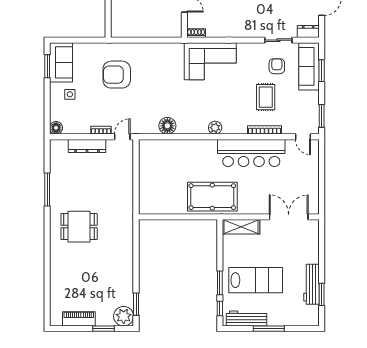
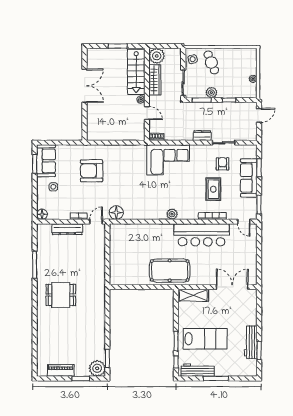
dresser: (308, 32) -> (202, 136), moved
sofa: (309, 66) -> (249, 178), moved
floor lamp: (167, 126) -> (116, 213), moved

